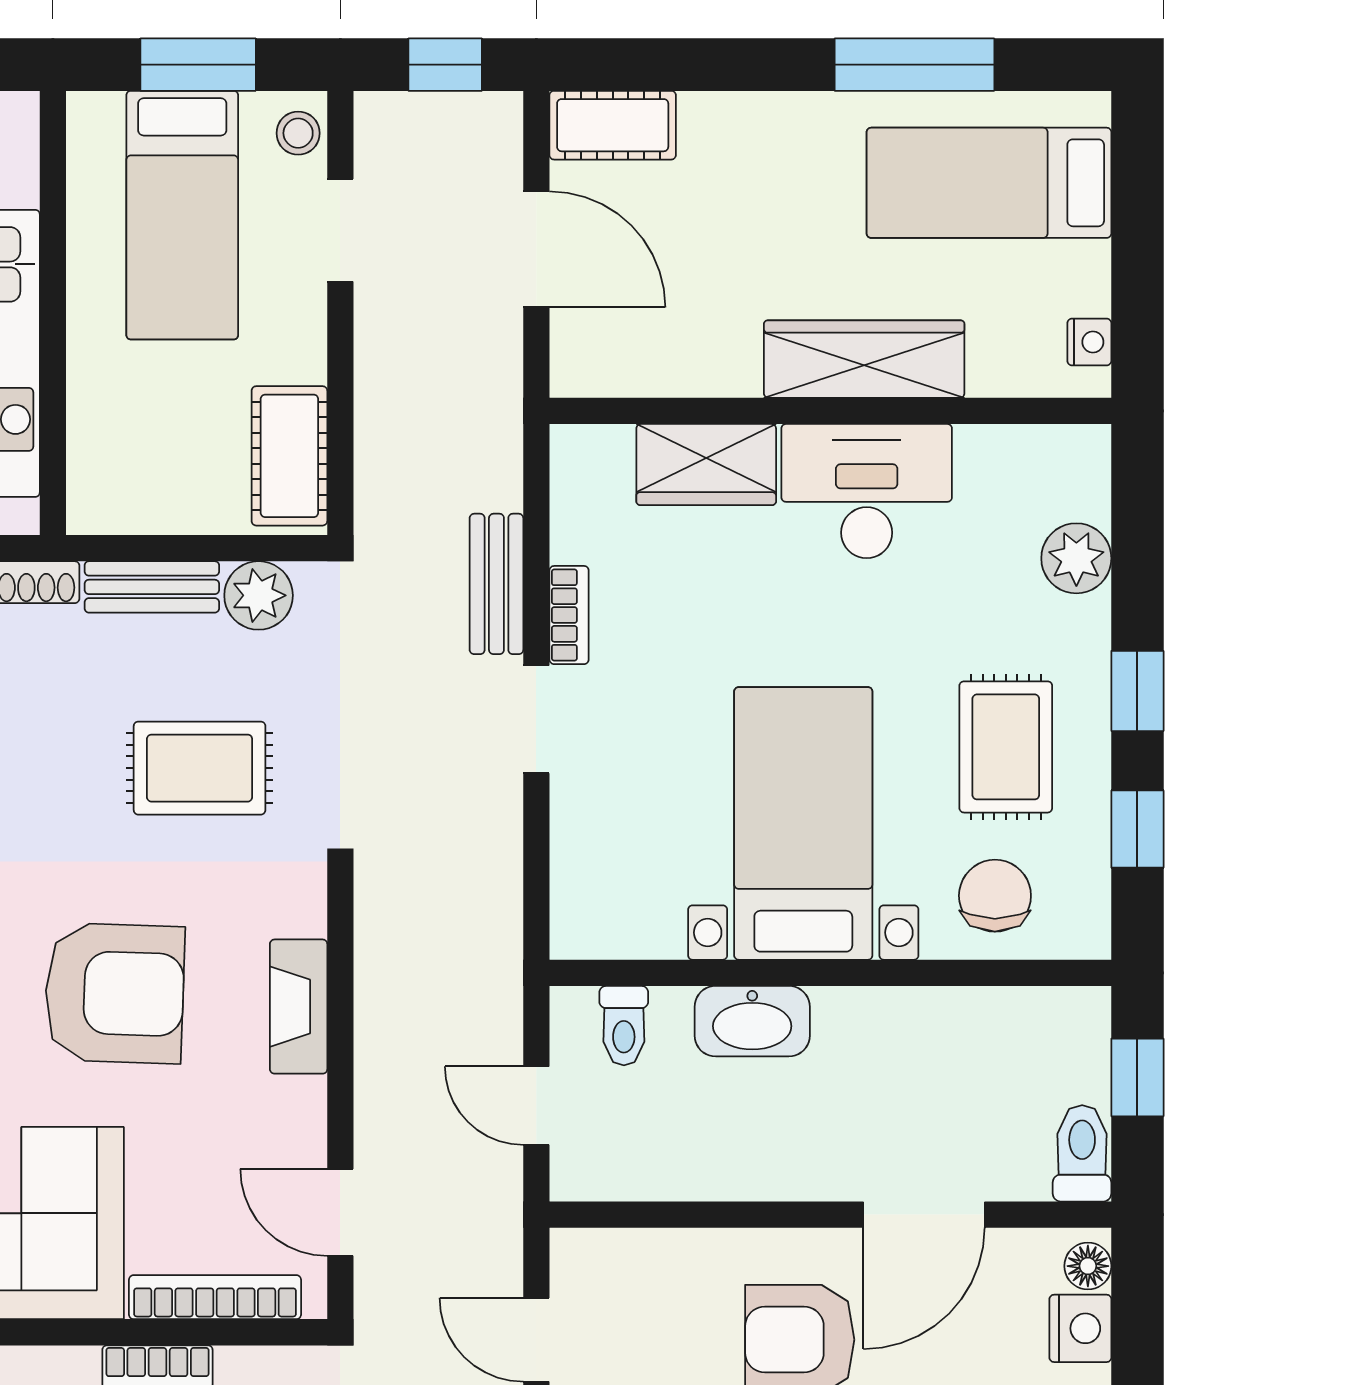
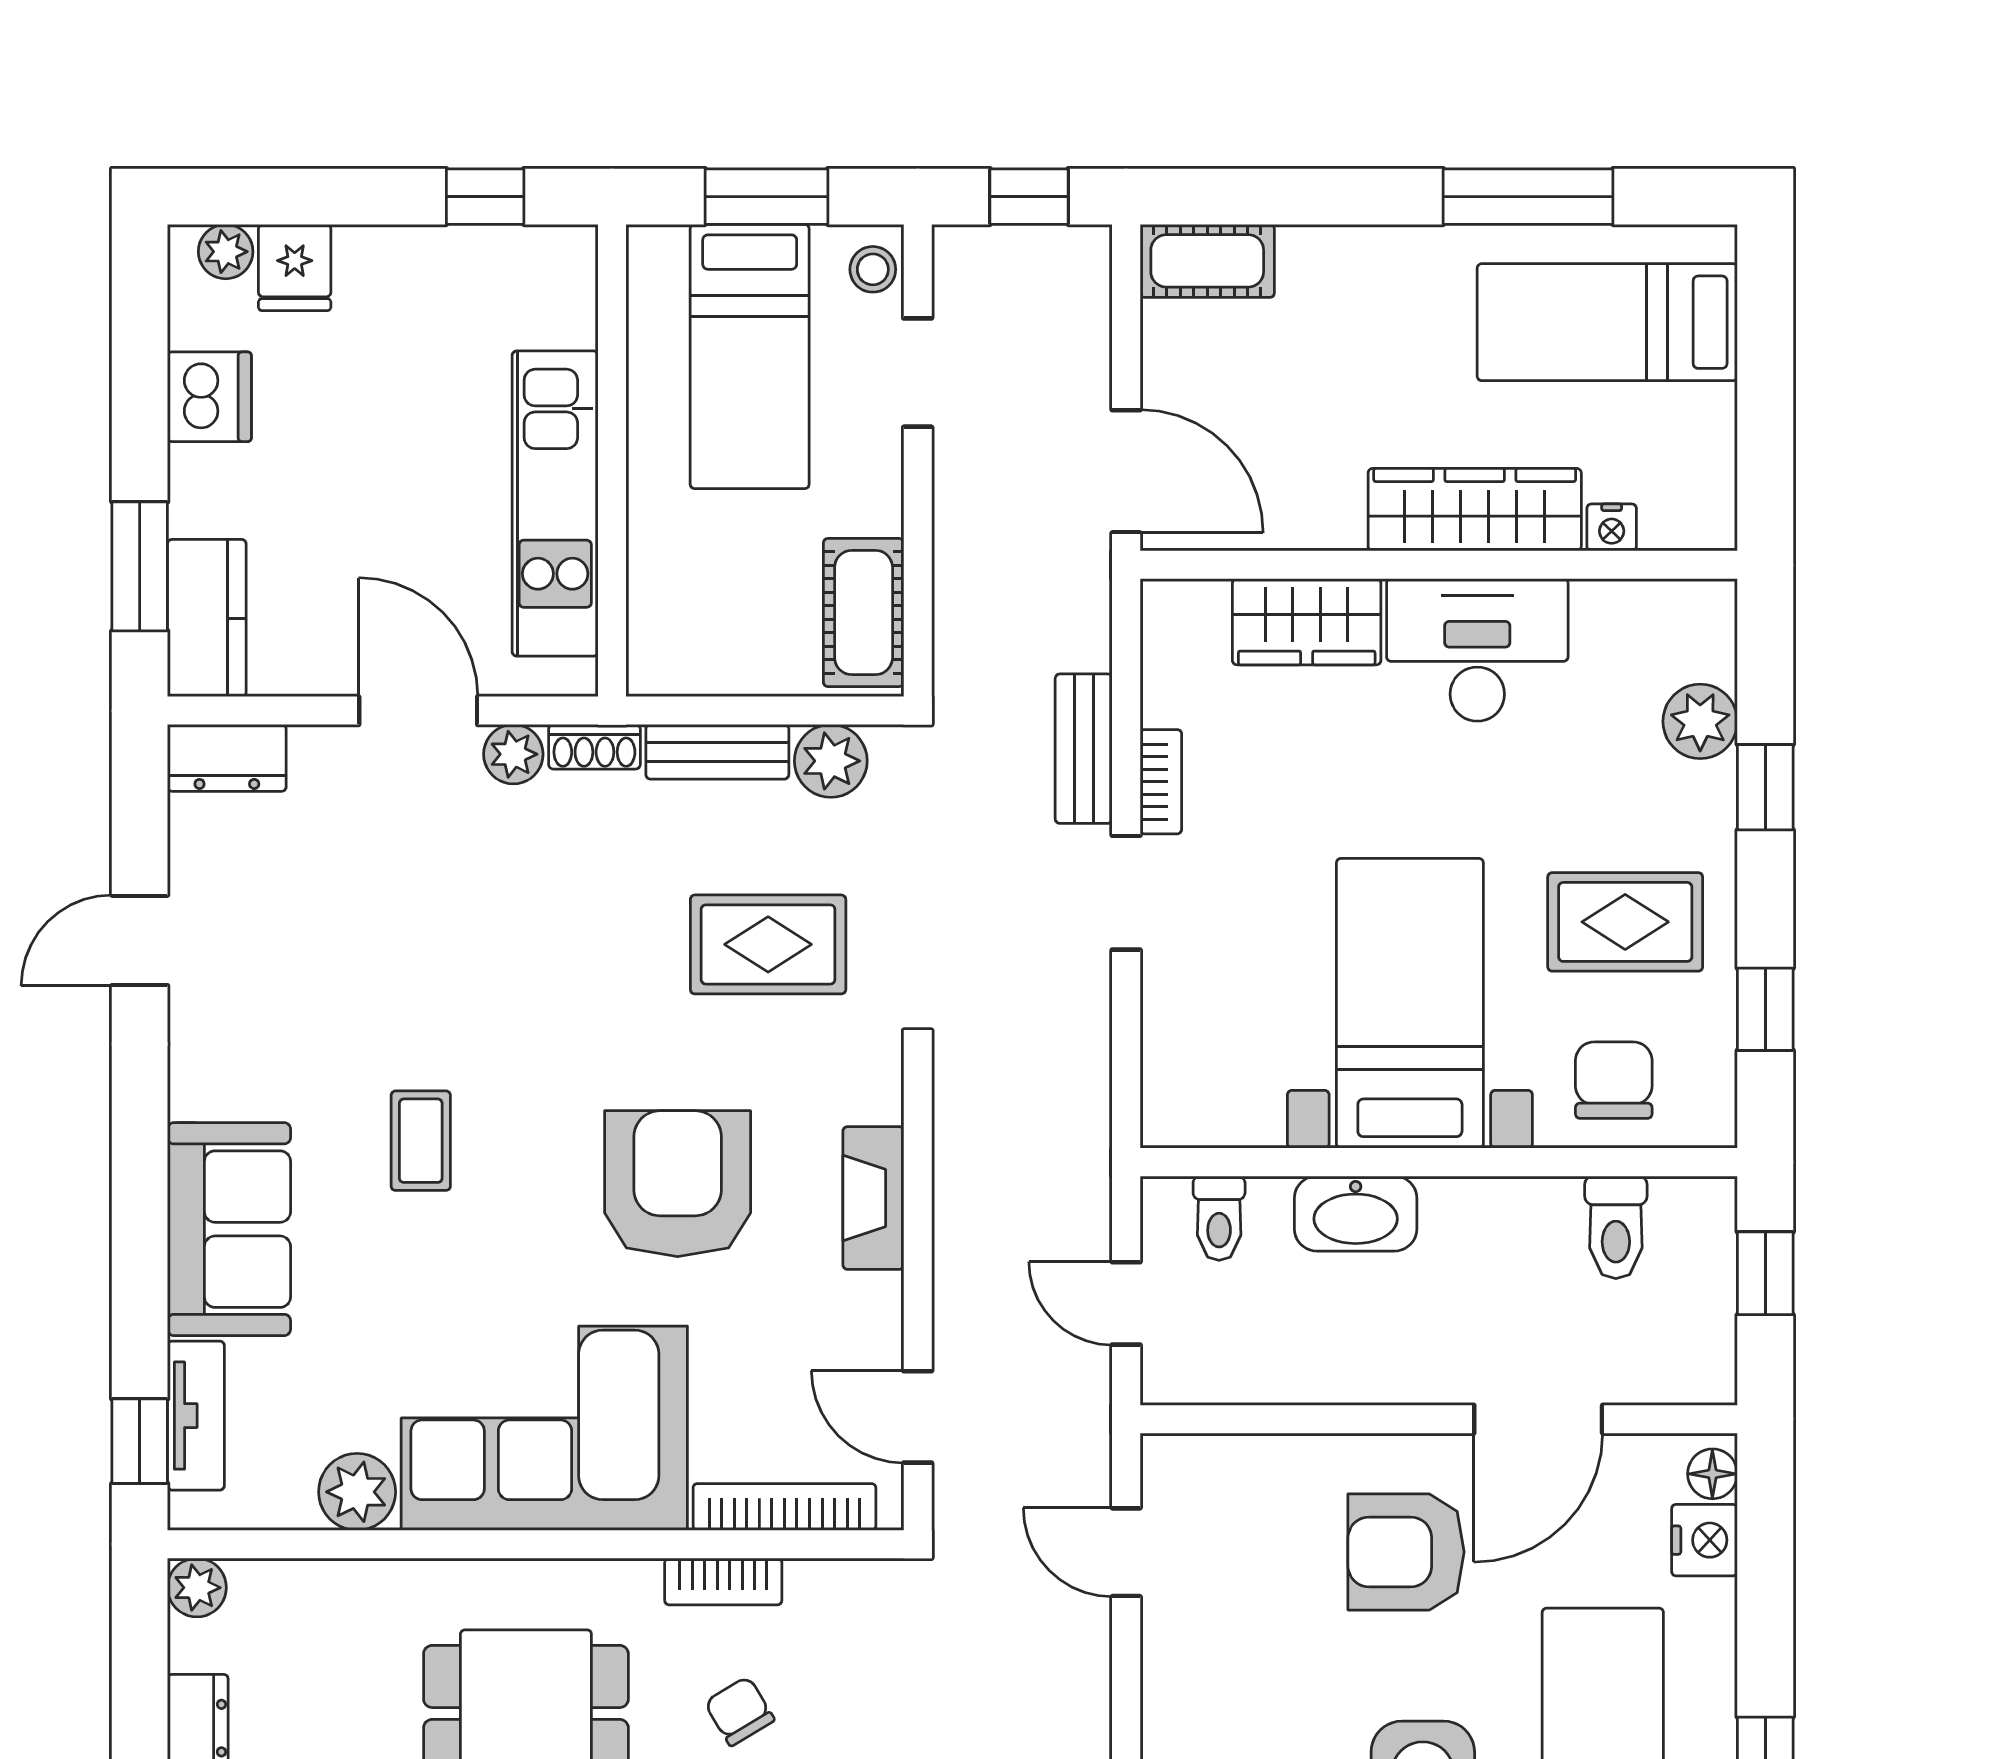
door: (536, 249) -> (1126, 471), moved
nightstand: (1089, 342) -> (1612, 527), moved, turned 90
window: (1137, 691) -> (1765, 787), moved
rug: (1006, 747) -> (1625, 922), turned 90
armchair: (114, 993) -> (678, 1184), turned -92
toilet: (1082, 1153) -> (1616, 1227), moved, turned 180

